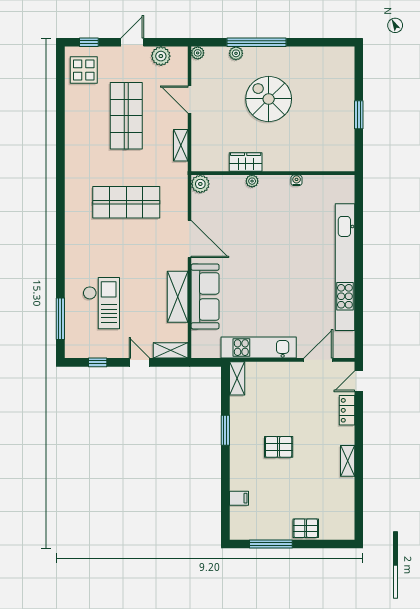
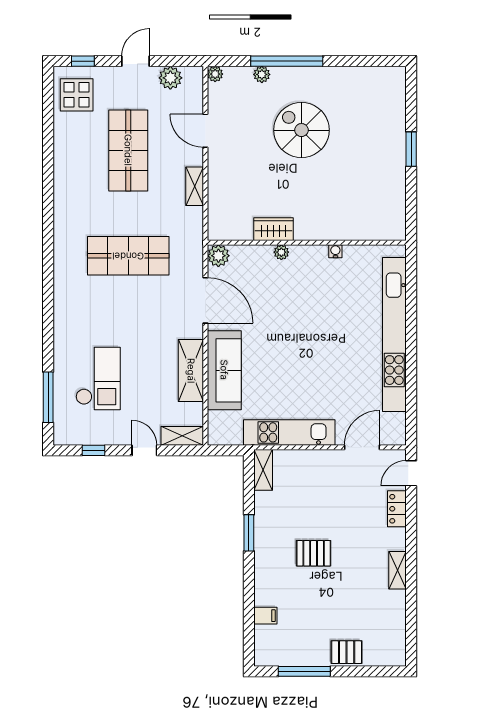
wardrobe: (246, 162) -> (273, 229), moved
wall: (273, 173) -> (307, 243), moved
water cooler: (297, 180) -> (335, 251), moved
plant: (252, 181) -> (281, 252), moved
plant: (200, 184) -> (218, 256), moved

